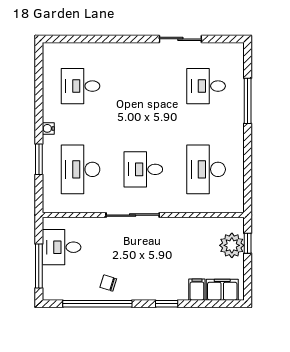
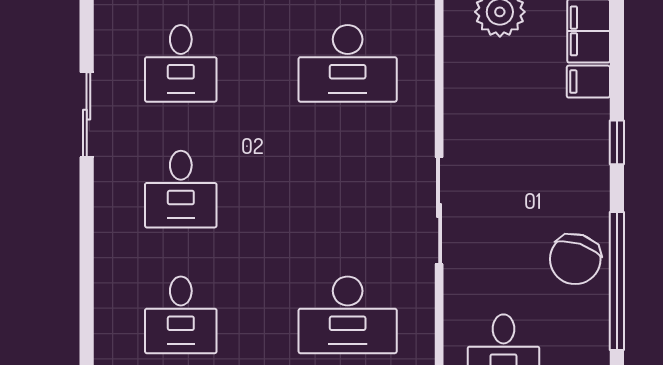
desk: (143, 169) -> (181, 189), moved
chair: (108, 283) -> (575, 259), width x1.87, depth x1.87

